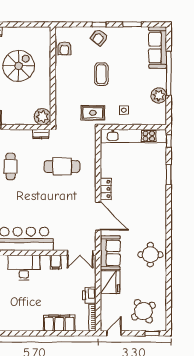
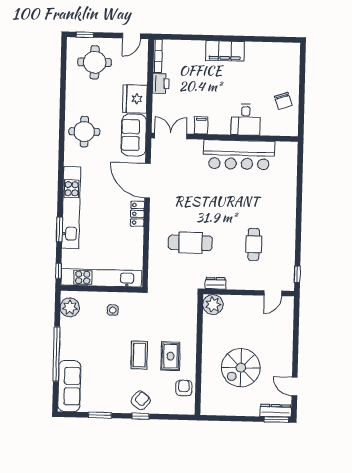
plant: (159, 96) -> (70, 307), moved
rug: (93, 113) -> (170, 356), moved, turned 90
kitchen unit: (160, 193) -> (71, 208), added
desk: (24, 268) -> (246, 120), width x0.73
round table: (143, 311) -> (95, 62), turned 34
filing cabinet: (59, 323) -> (225, 51), moved

